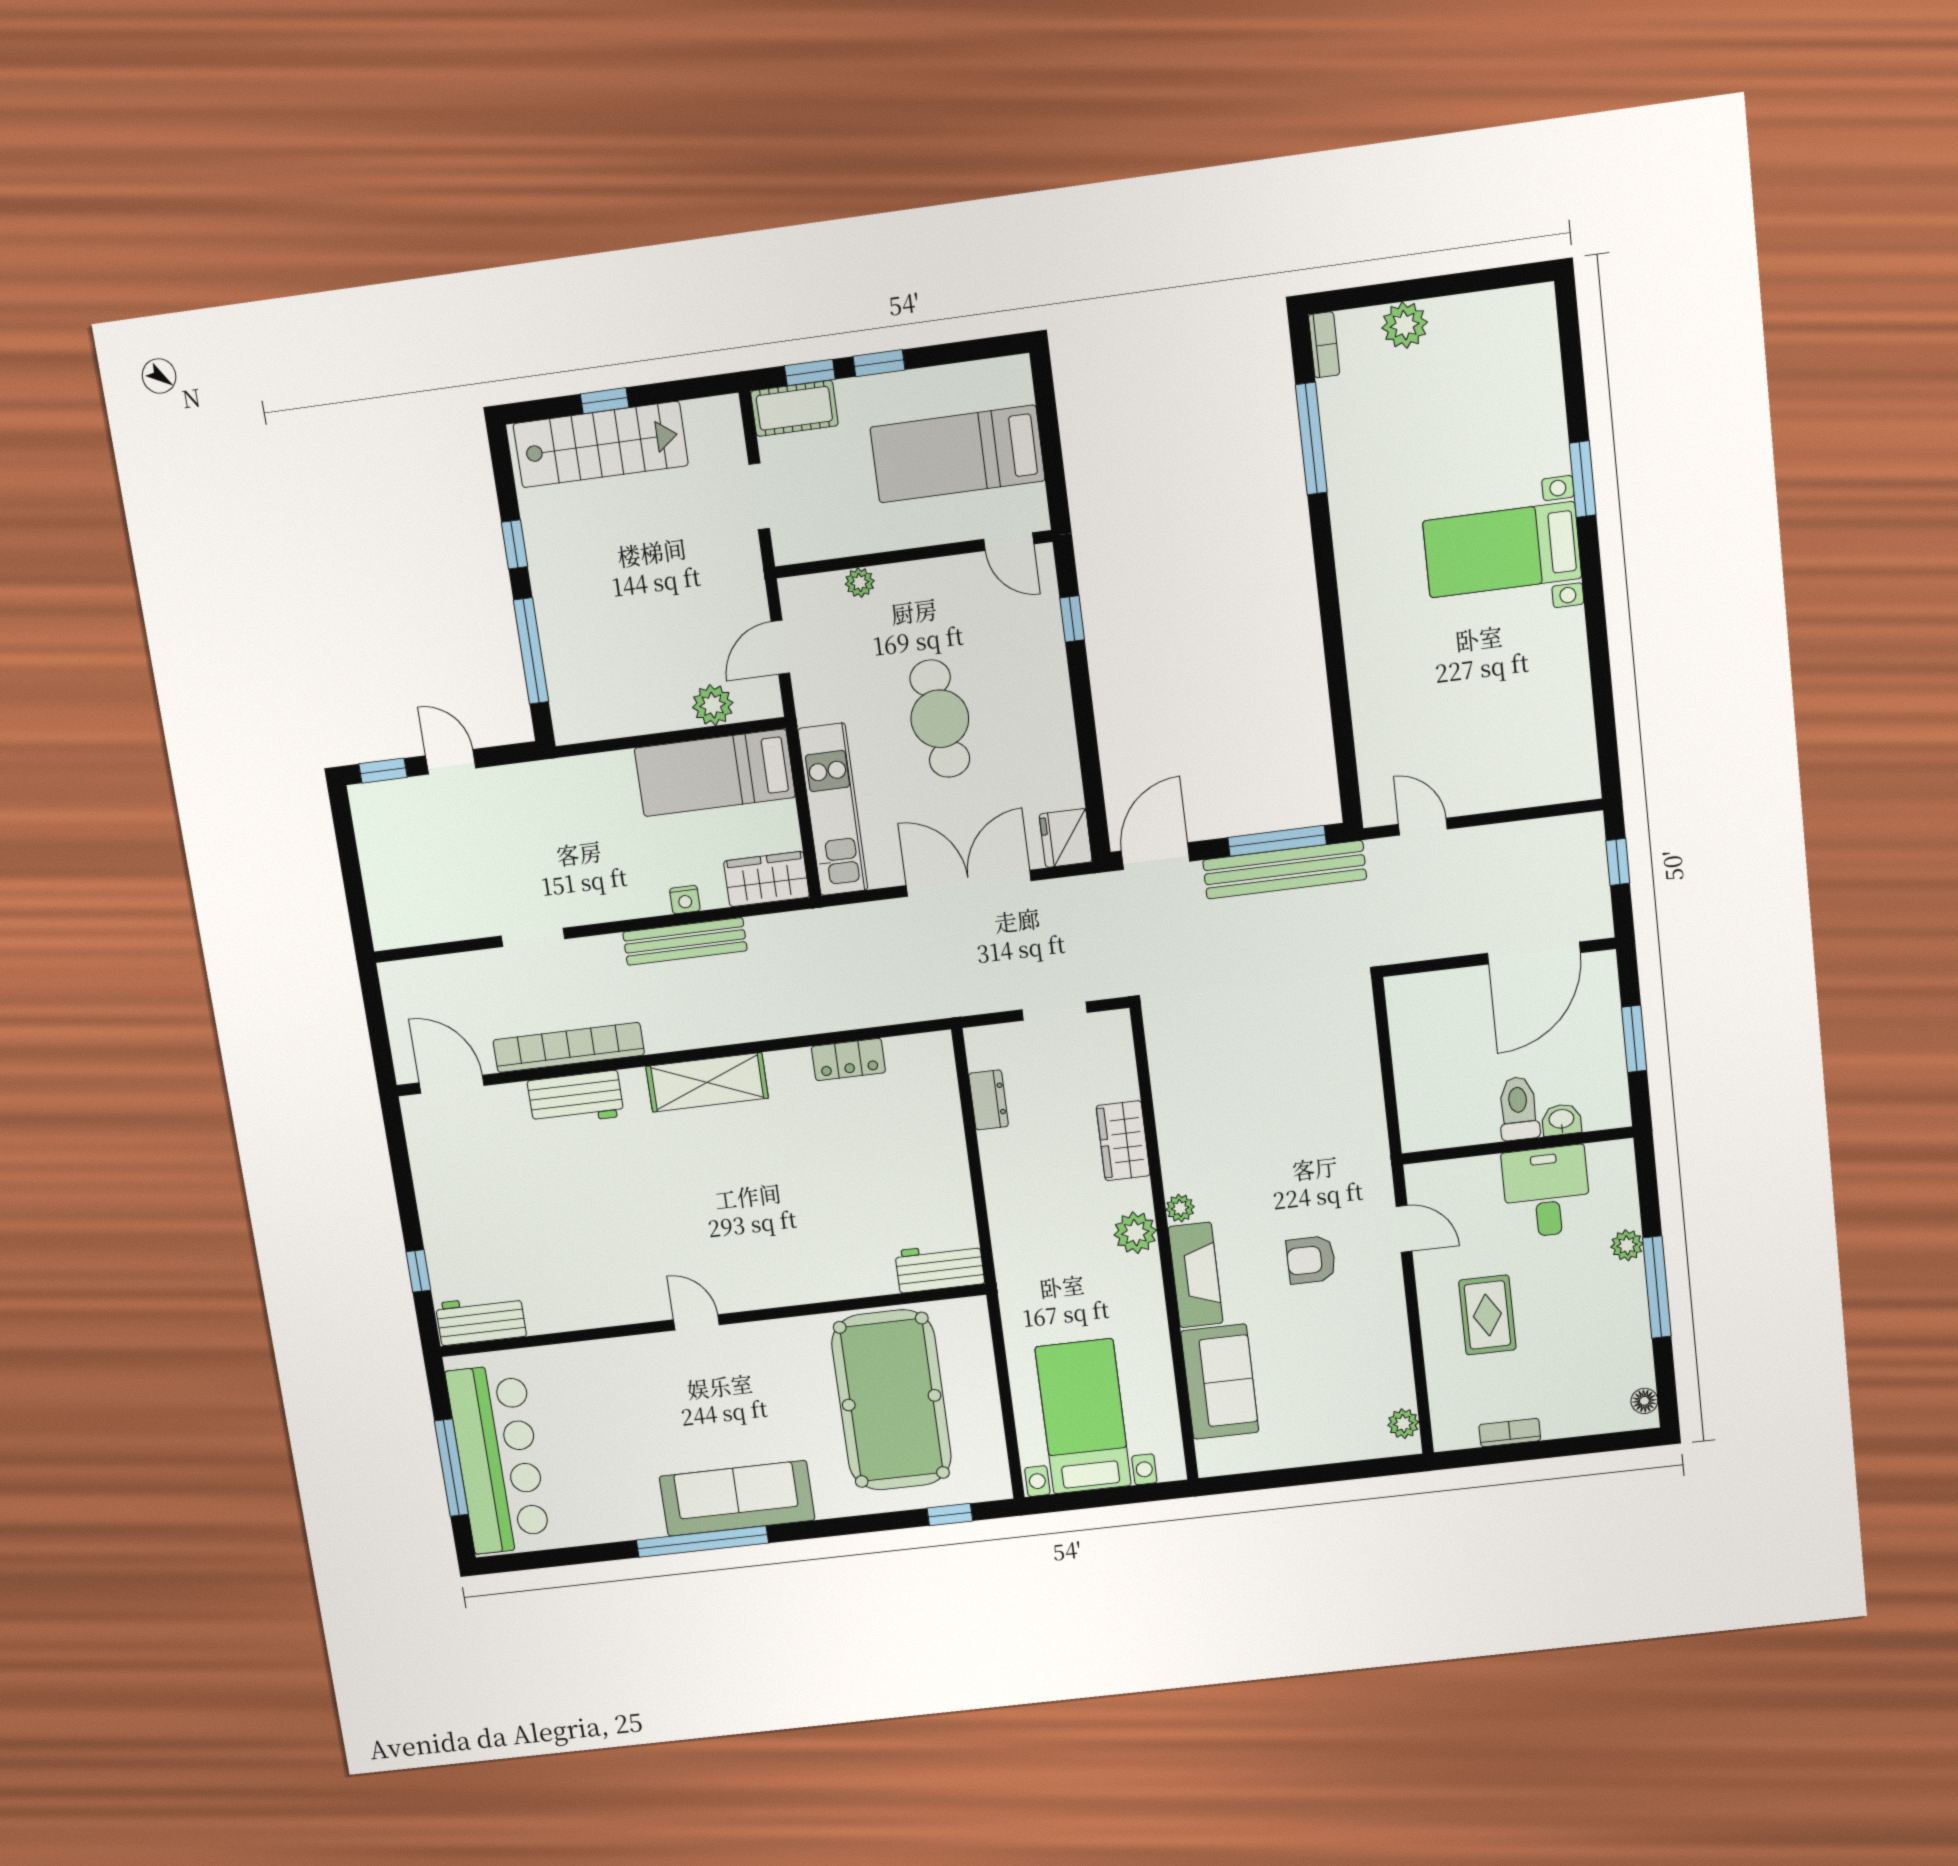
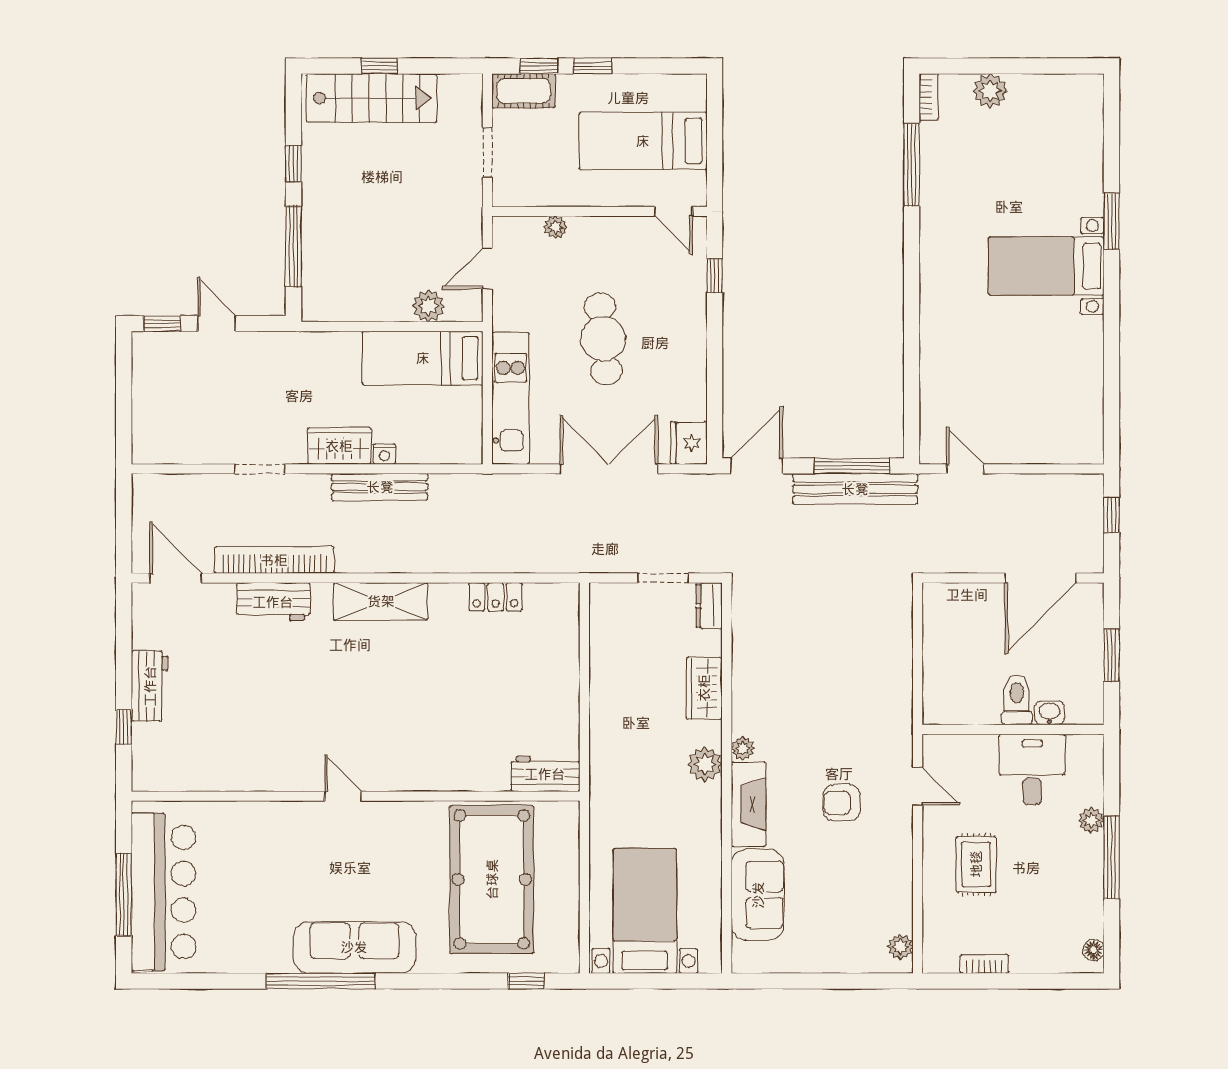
wardrobe: (767, 879) -> (339, 446), moved
dresser: (988, 1100) -> (709, 606), moved, turned 180
workbench: (481, 1320) -> (150, 686), moved, turned 90

